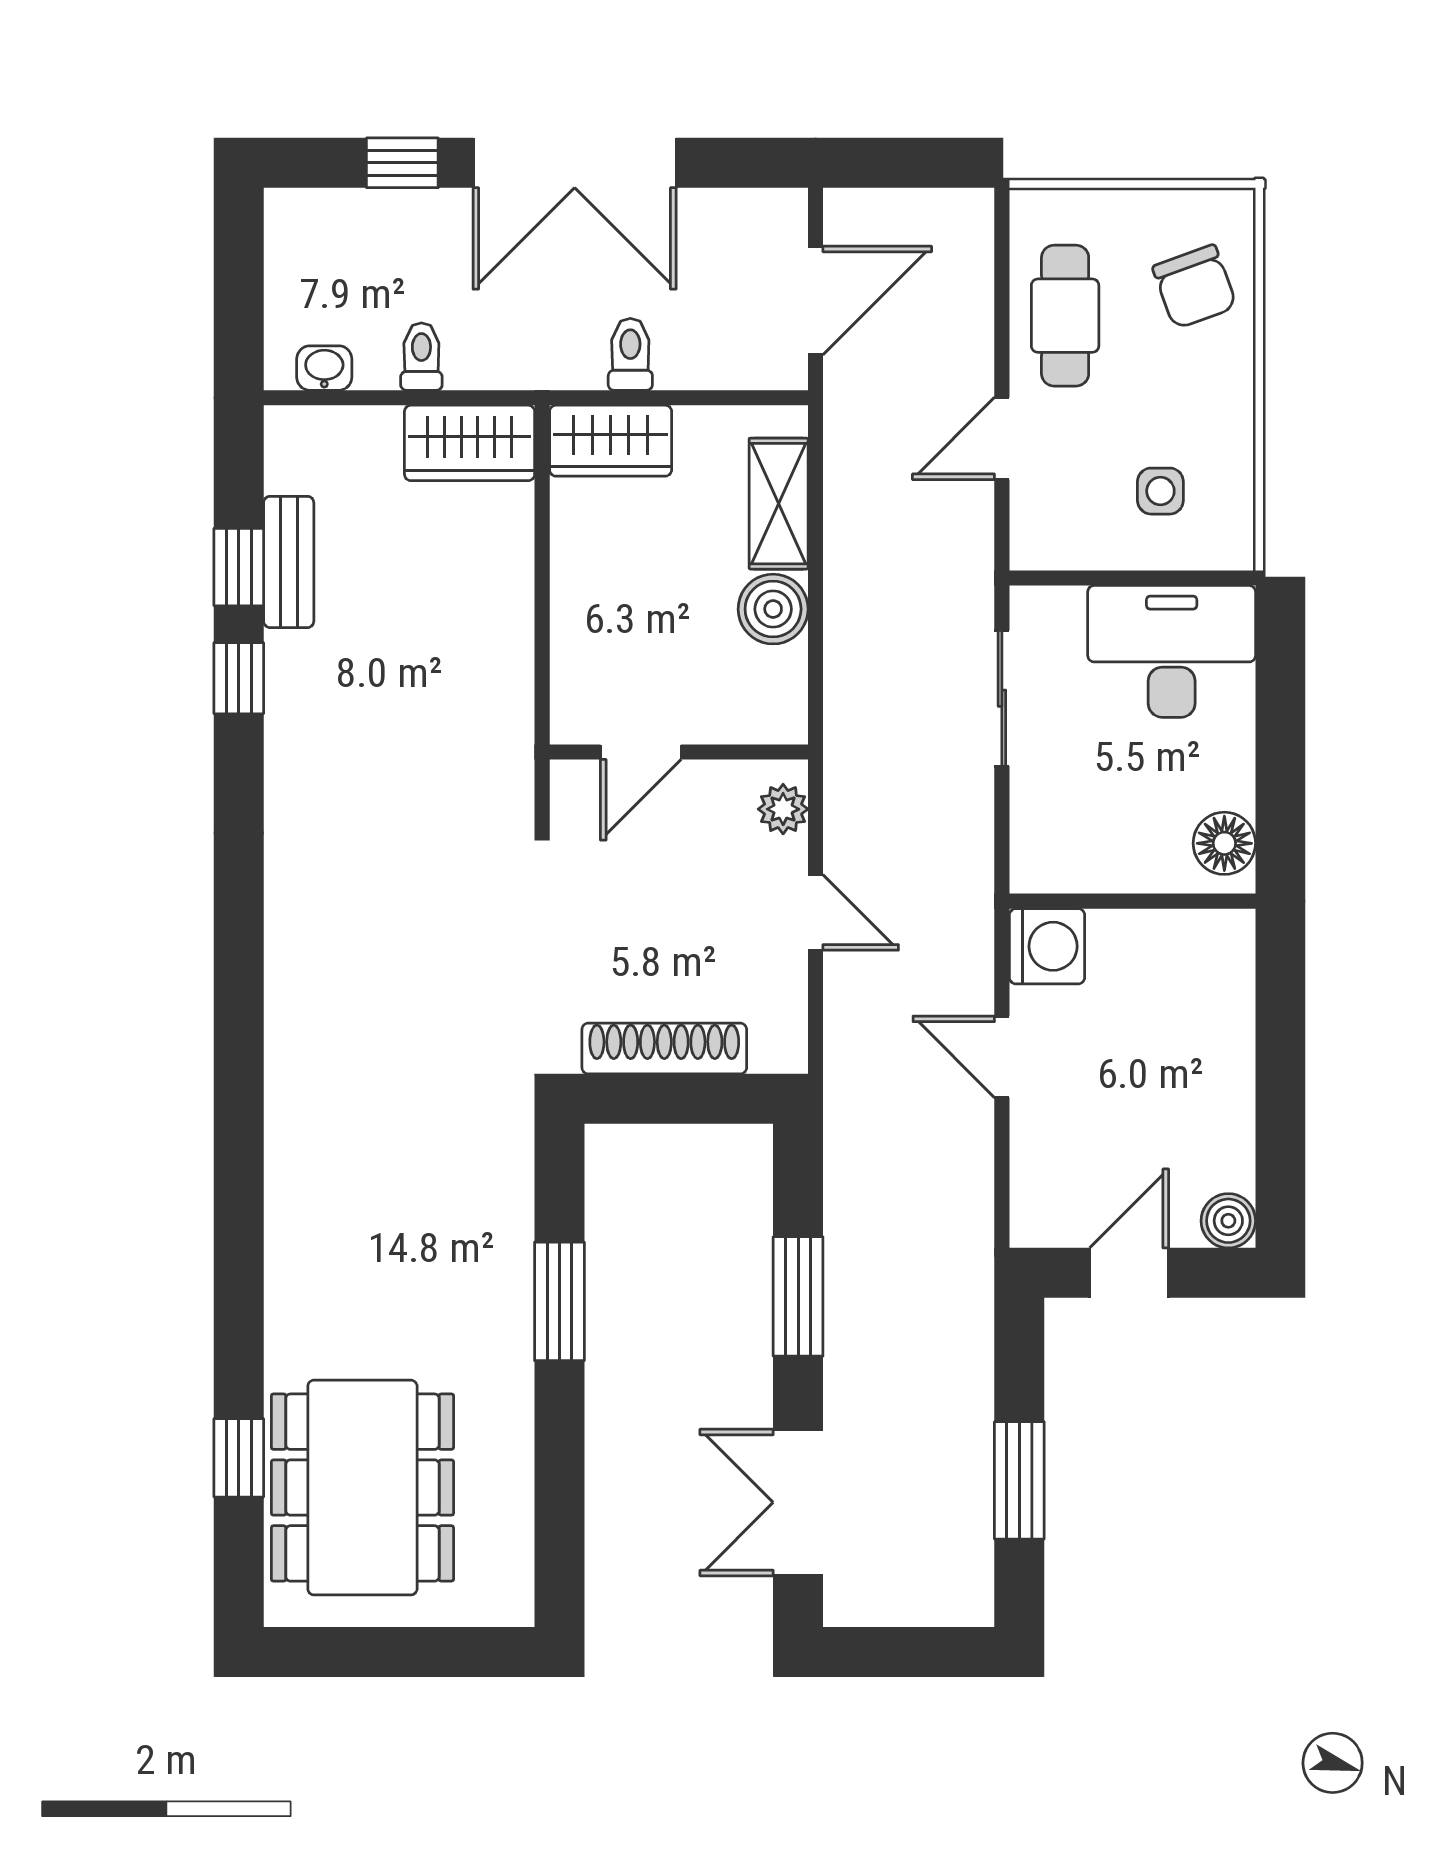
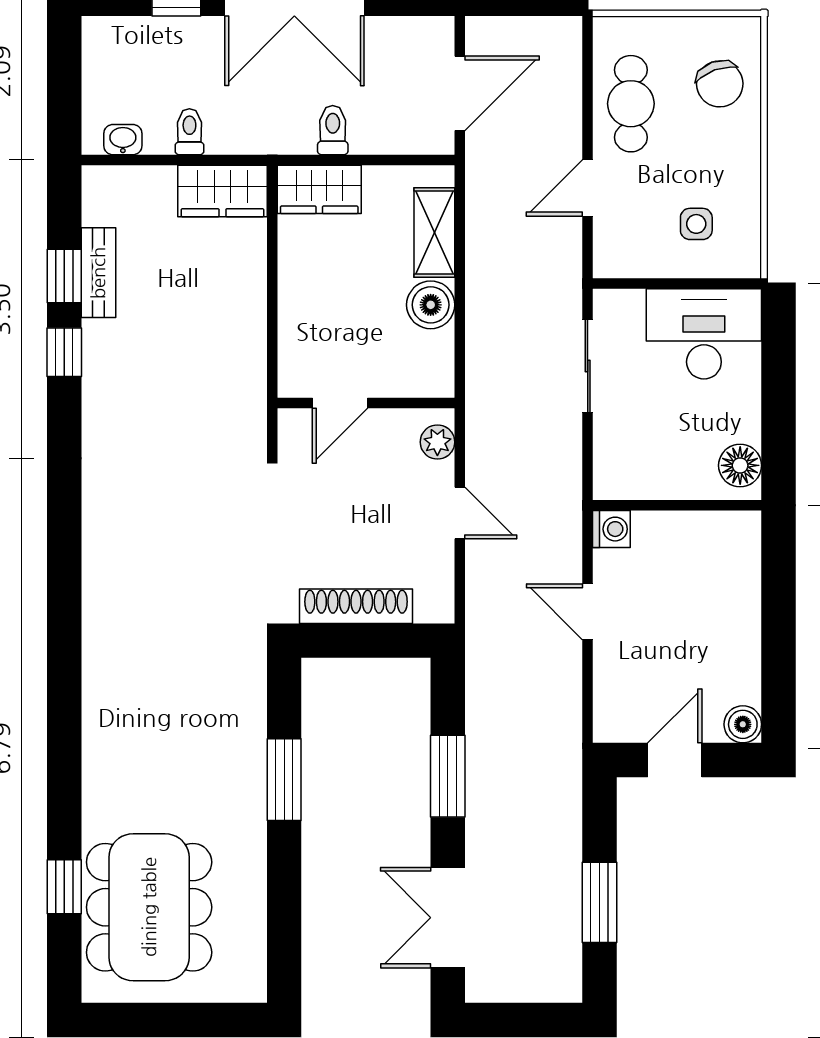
washing machine: (1047, 946) -> (611, 529), width x0.73, depth x0.73

